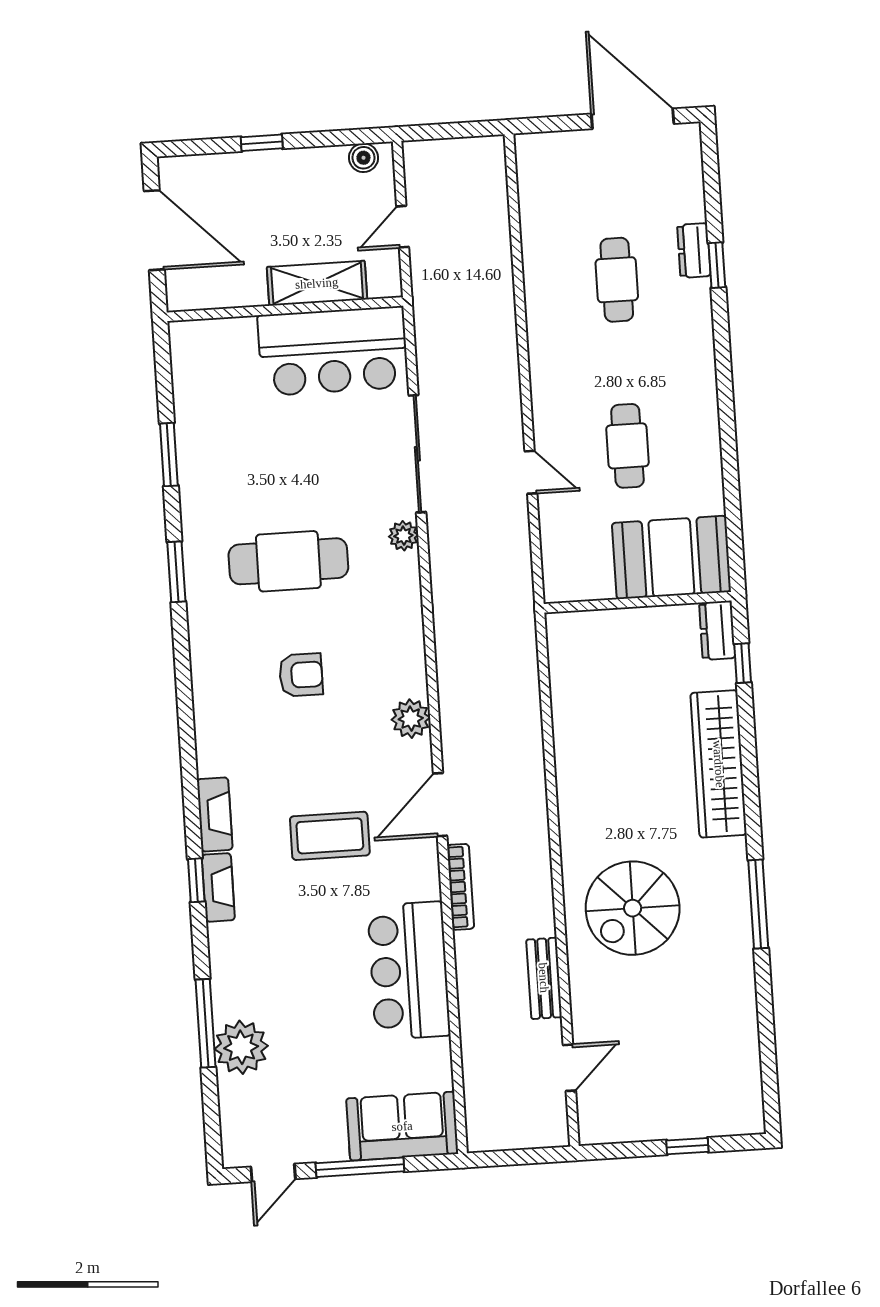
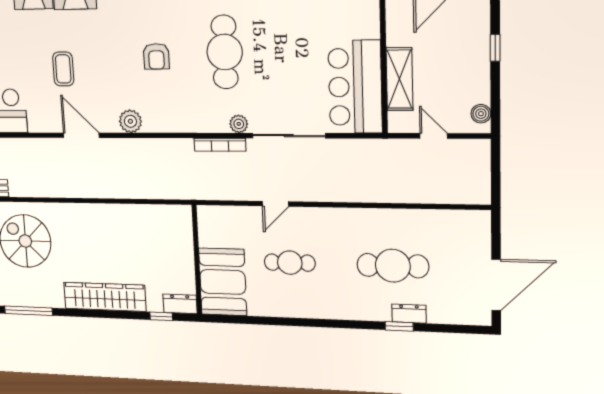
cafe table: (617, 280) -> (393, 266), width x1.37, depth x1.35
coffee table: (330, 836) -> (63, 69), width x0.73, depth x0.77
bookcase: (460, 887) -> (220, 145), moved

